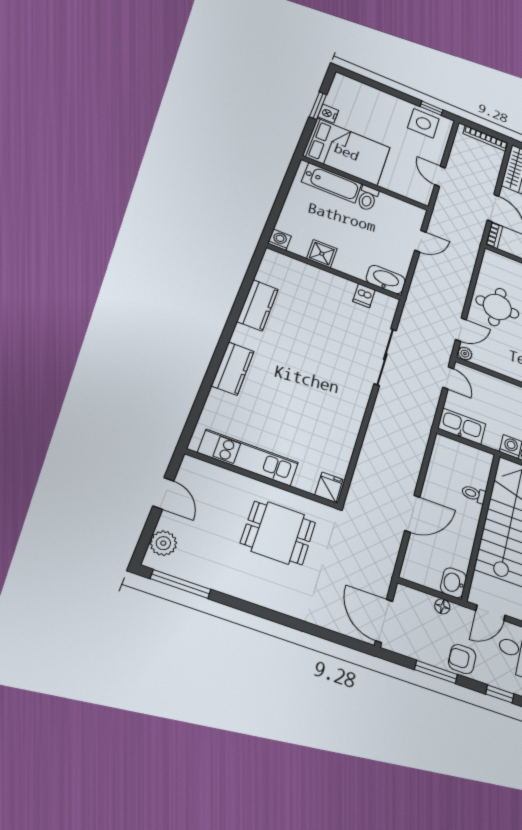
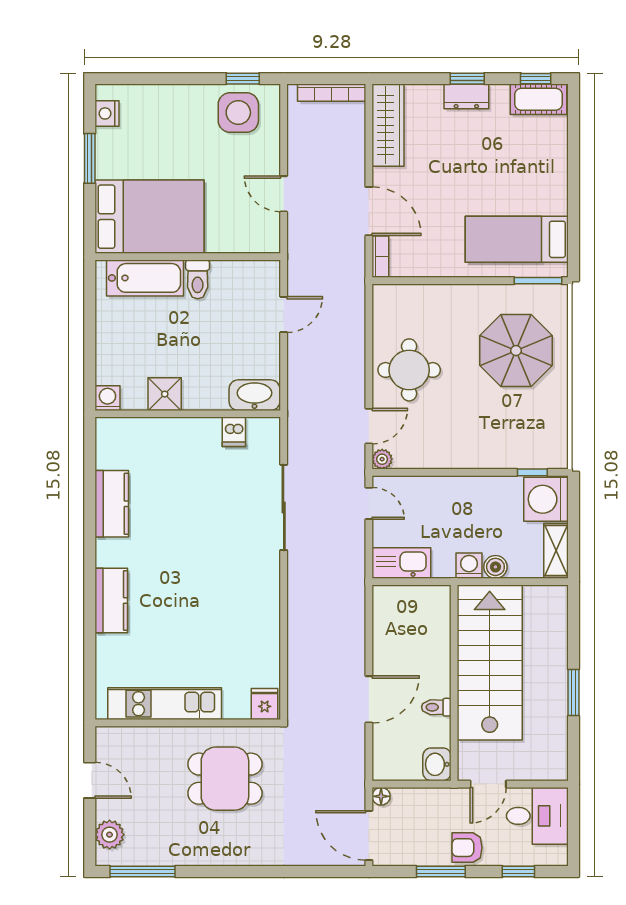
nightstand: (328, 114) -> (107, 113), moved
toilet: (474, 494) -> (436, 707), moved
floor lamp: (442, 606) -> (381, 796), moved

